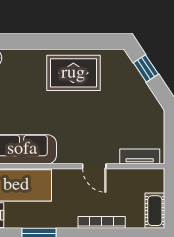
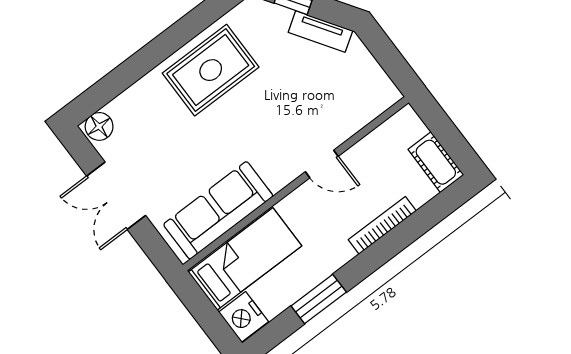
tv unit: (140, 156) -> (320, 31), moved, turned -123

